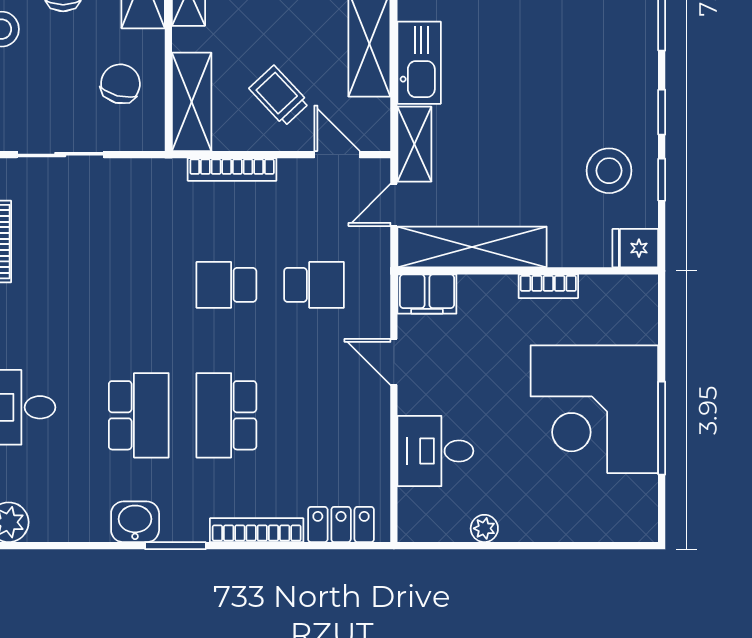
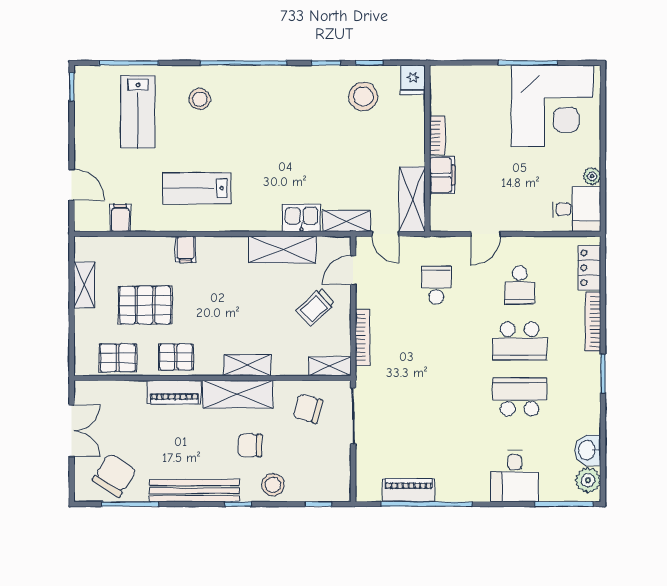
kitchen sink: (419, 63) -> (302, 218), width x0.73
shelving: (192, 102) -> (330, 366), width x0.67, depth x0.75
sliding door: (60, 155) -> (353, 416), moved
shelving: (472, 247) -> (412, 199), width x0.68
school desk: (226, 285) -> (520, 285), moved
filing cabinet: (427, 294) -> (442, 175), moved
corner desk: (594, 409) -> (552, 106), moved
desk: (435, 451) -> (576, 209), moved, turned -90
washbasin: (135, 522) -> (588, 450), moved

